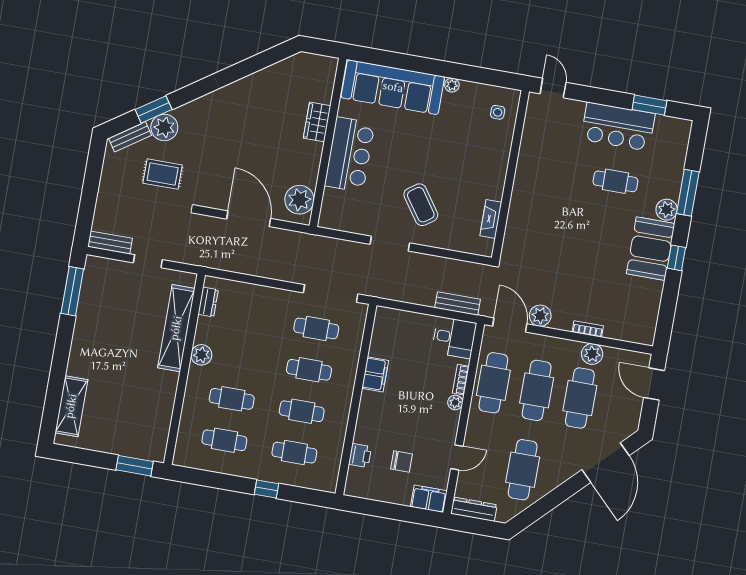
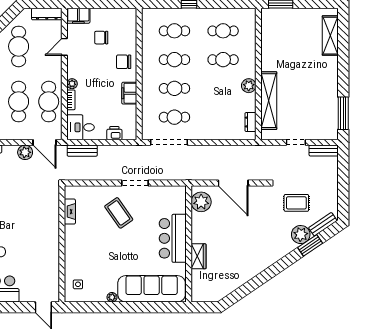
chair: (375, 421) -> (124, 62), added
printer: (360, 456) -> (114, 133), moved, turned 90

